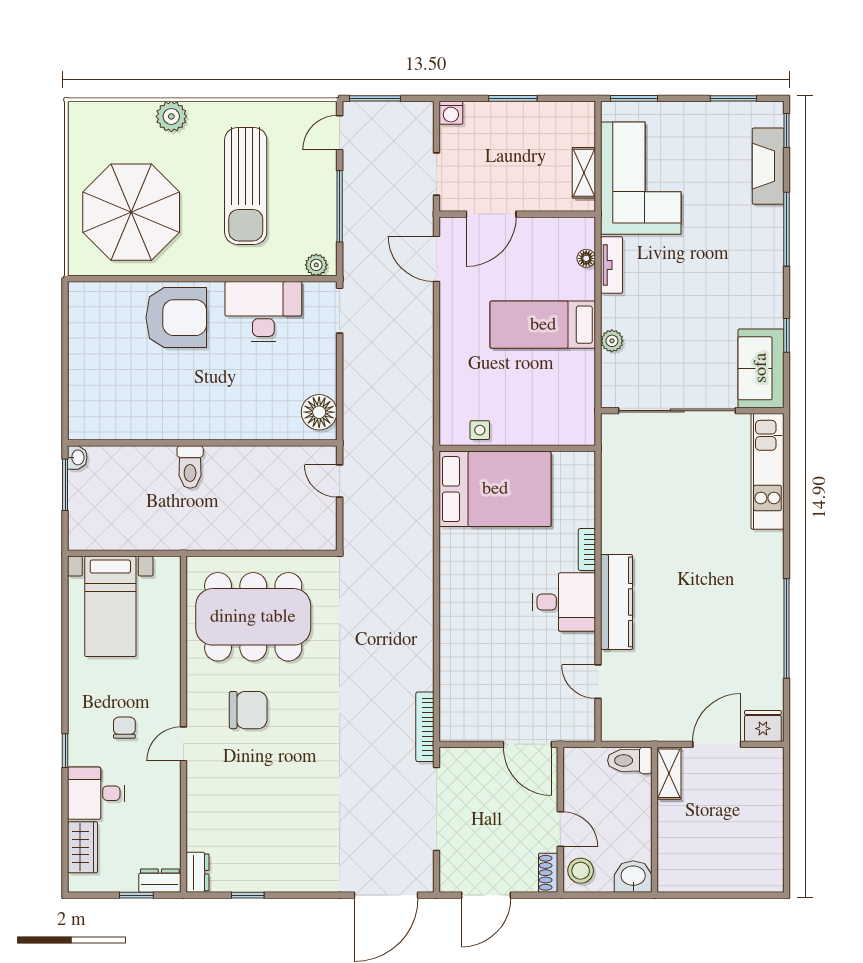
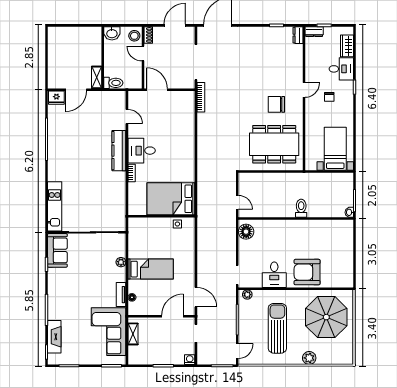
desk: (263, 311) -> (274, 275), width x0.73

